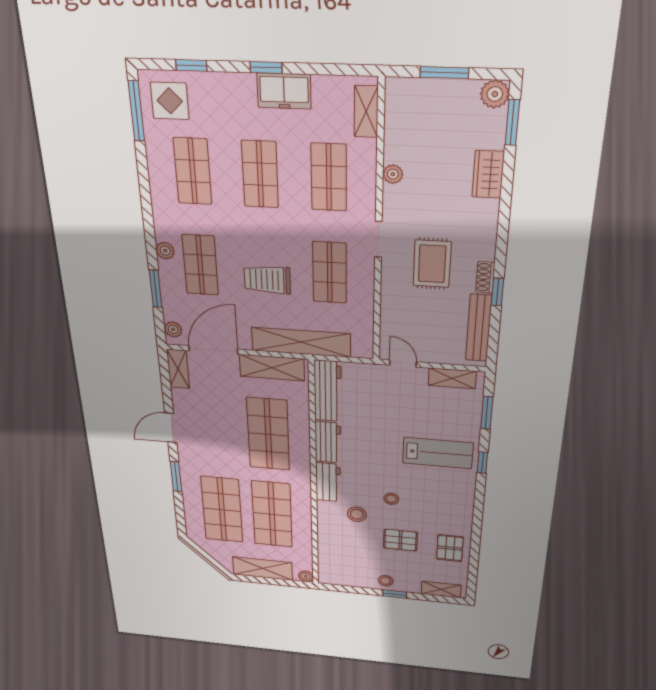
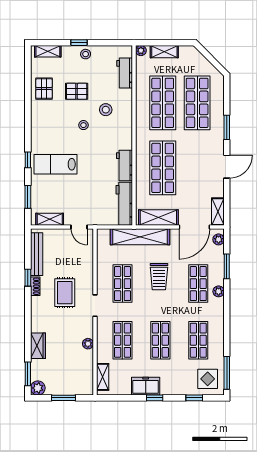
trolley: (267, 280) -> (159, 277), turned 90
workbench: (328, 482) -> (125, 73), moved
shelving: (263, 568) -> (164, 52), width x0.67, depth x0.75

